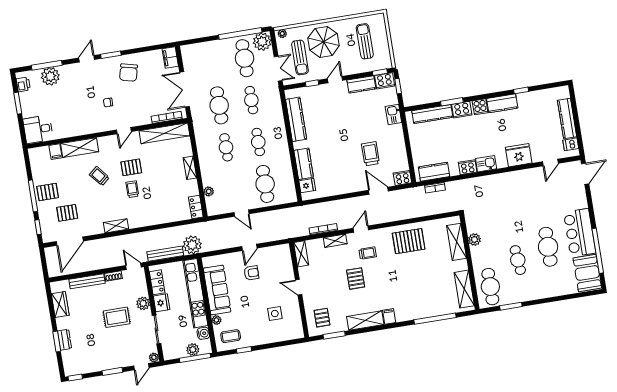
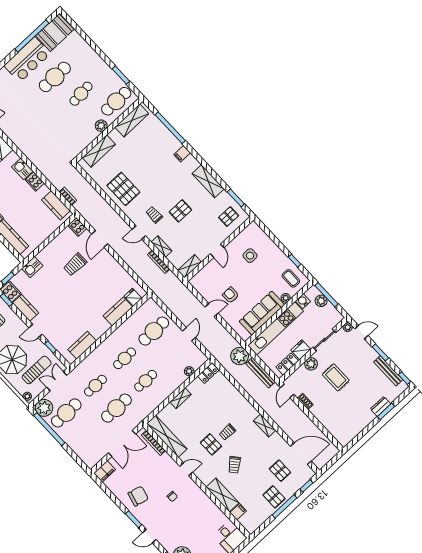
kitchen counter: (296, 119) -> (82, 345), width x0.67
plant: (474, 239) -> (101, 126), moved
bench: (87, 281) -> (388, 371), moved
wardrobe: (60, 304) -> (355, 428), removed
filing cabinet: (389, 316) -> (182, 154), moved

